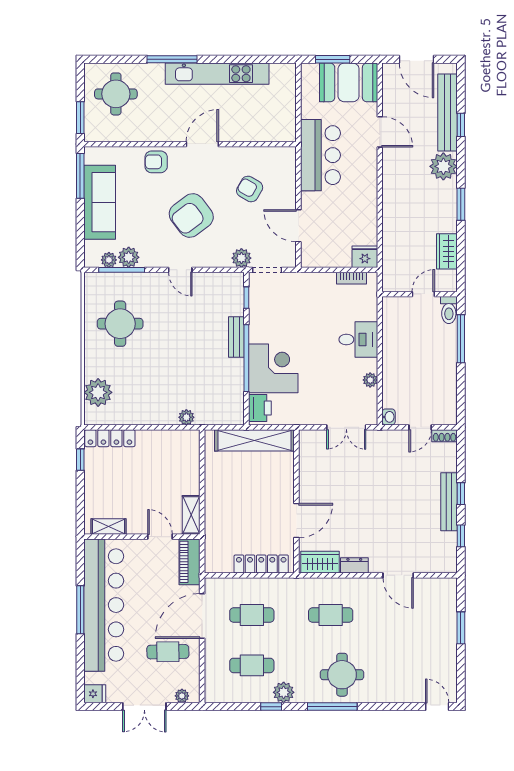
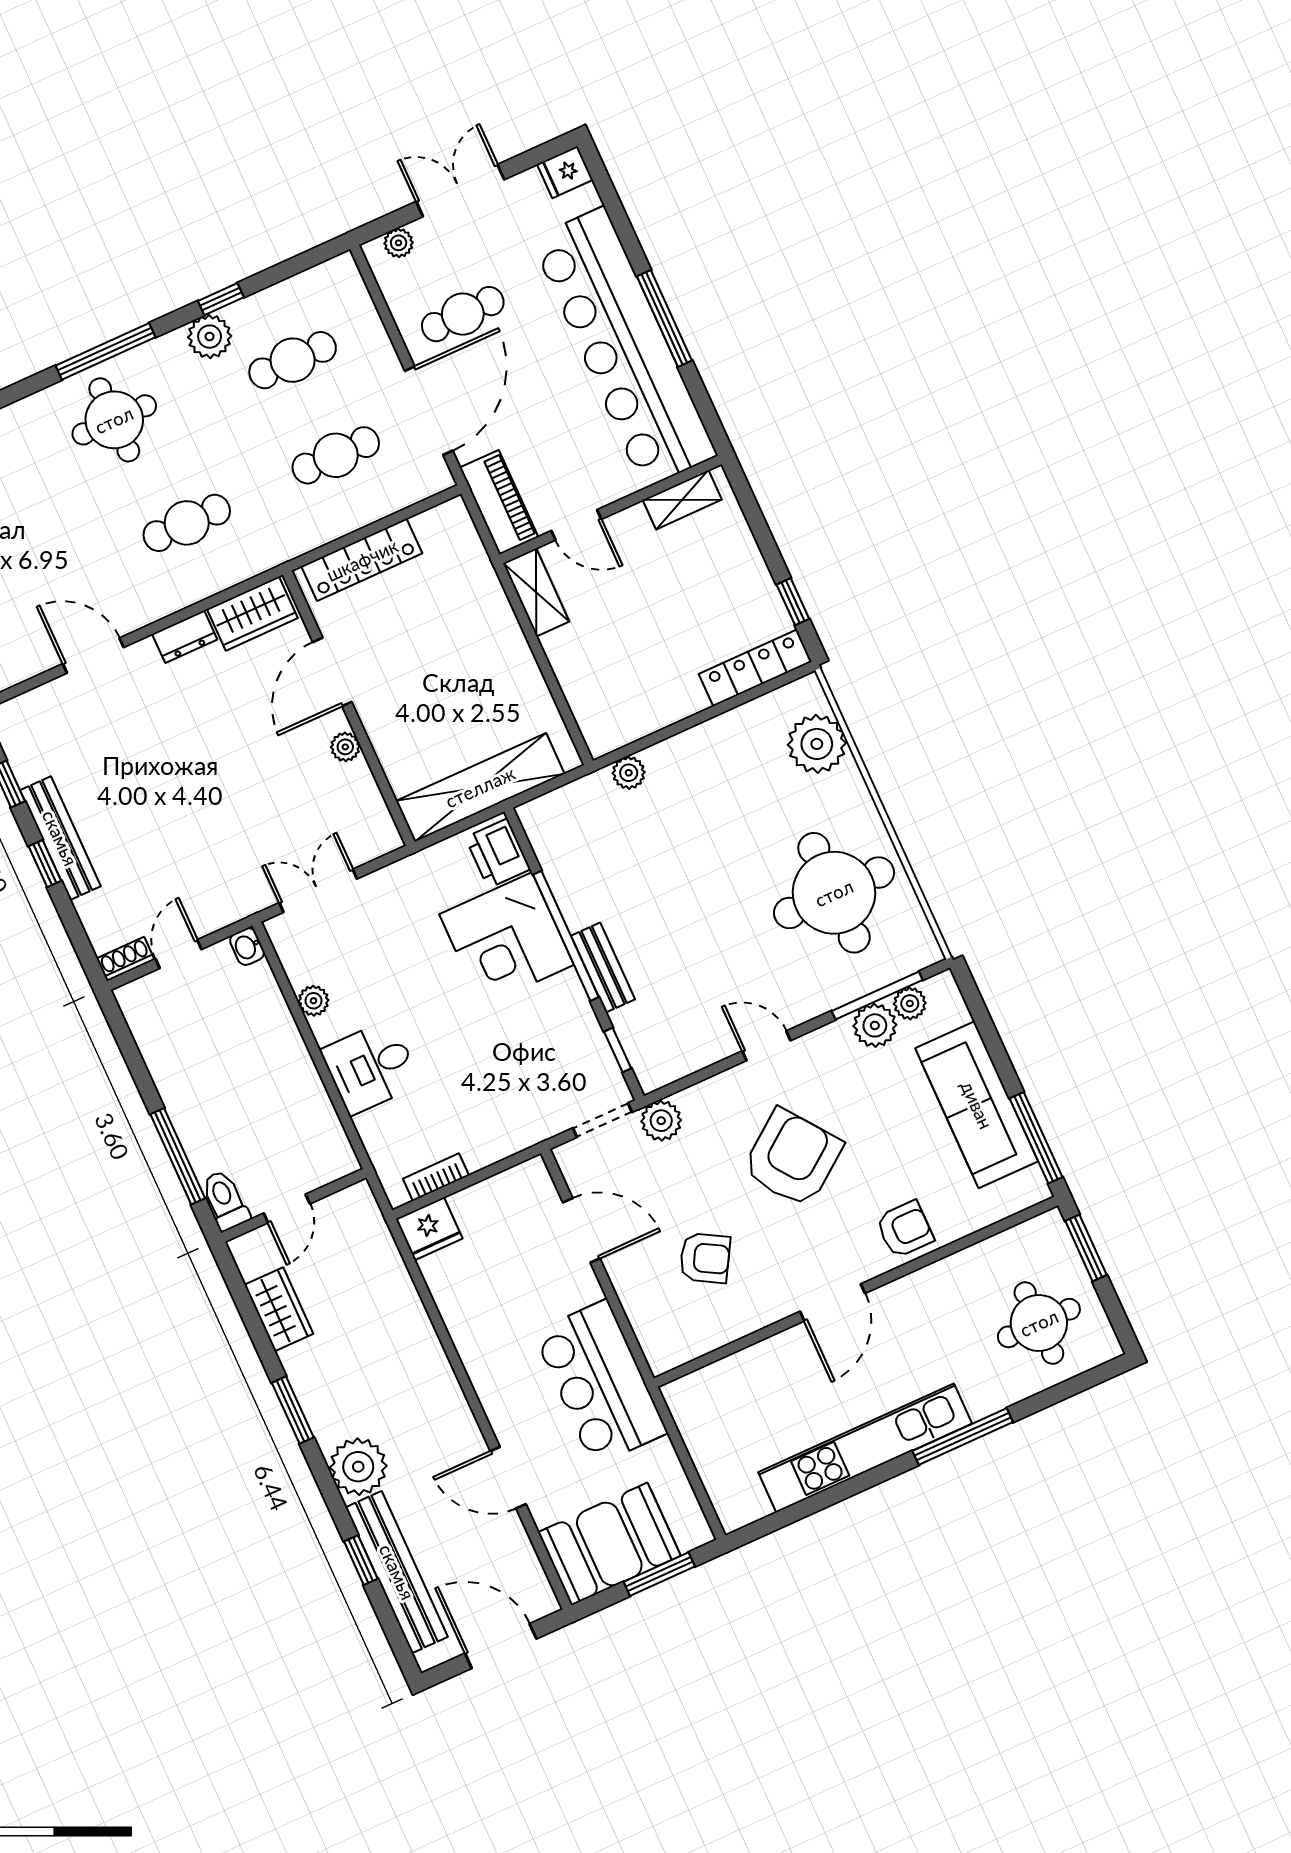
round table: (120, 324) -> (834, 893), width x1.36, depth x1.36
plant: (306, 485) -> (345, 747), added

